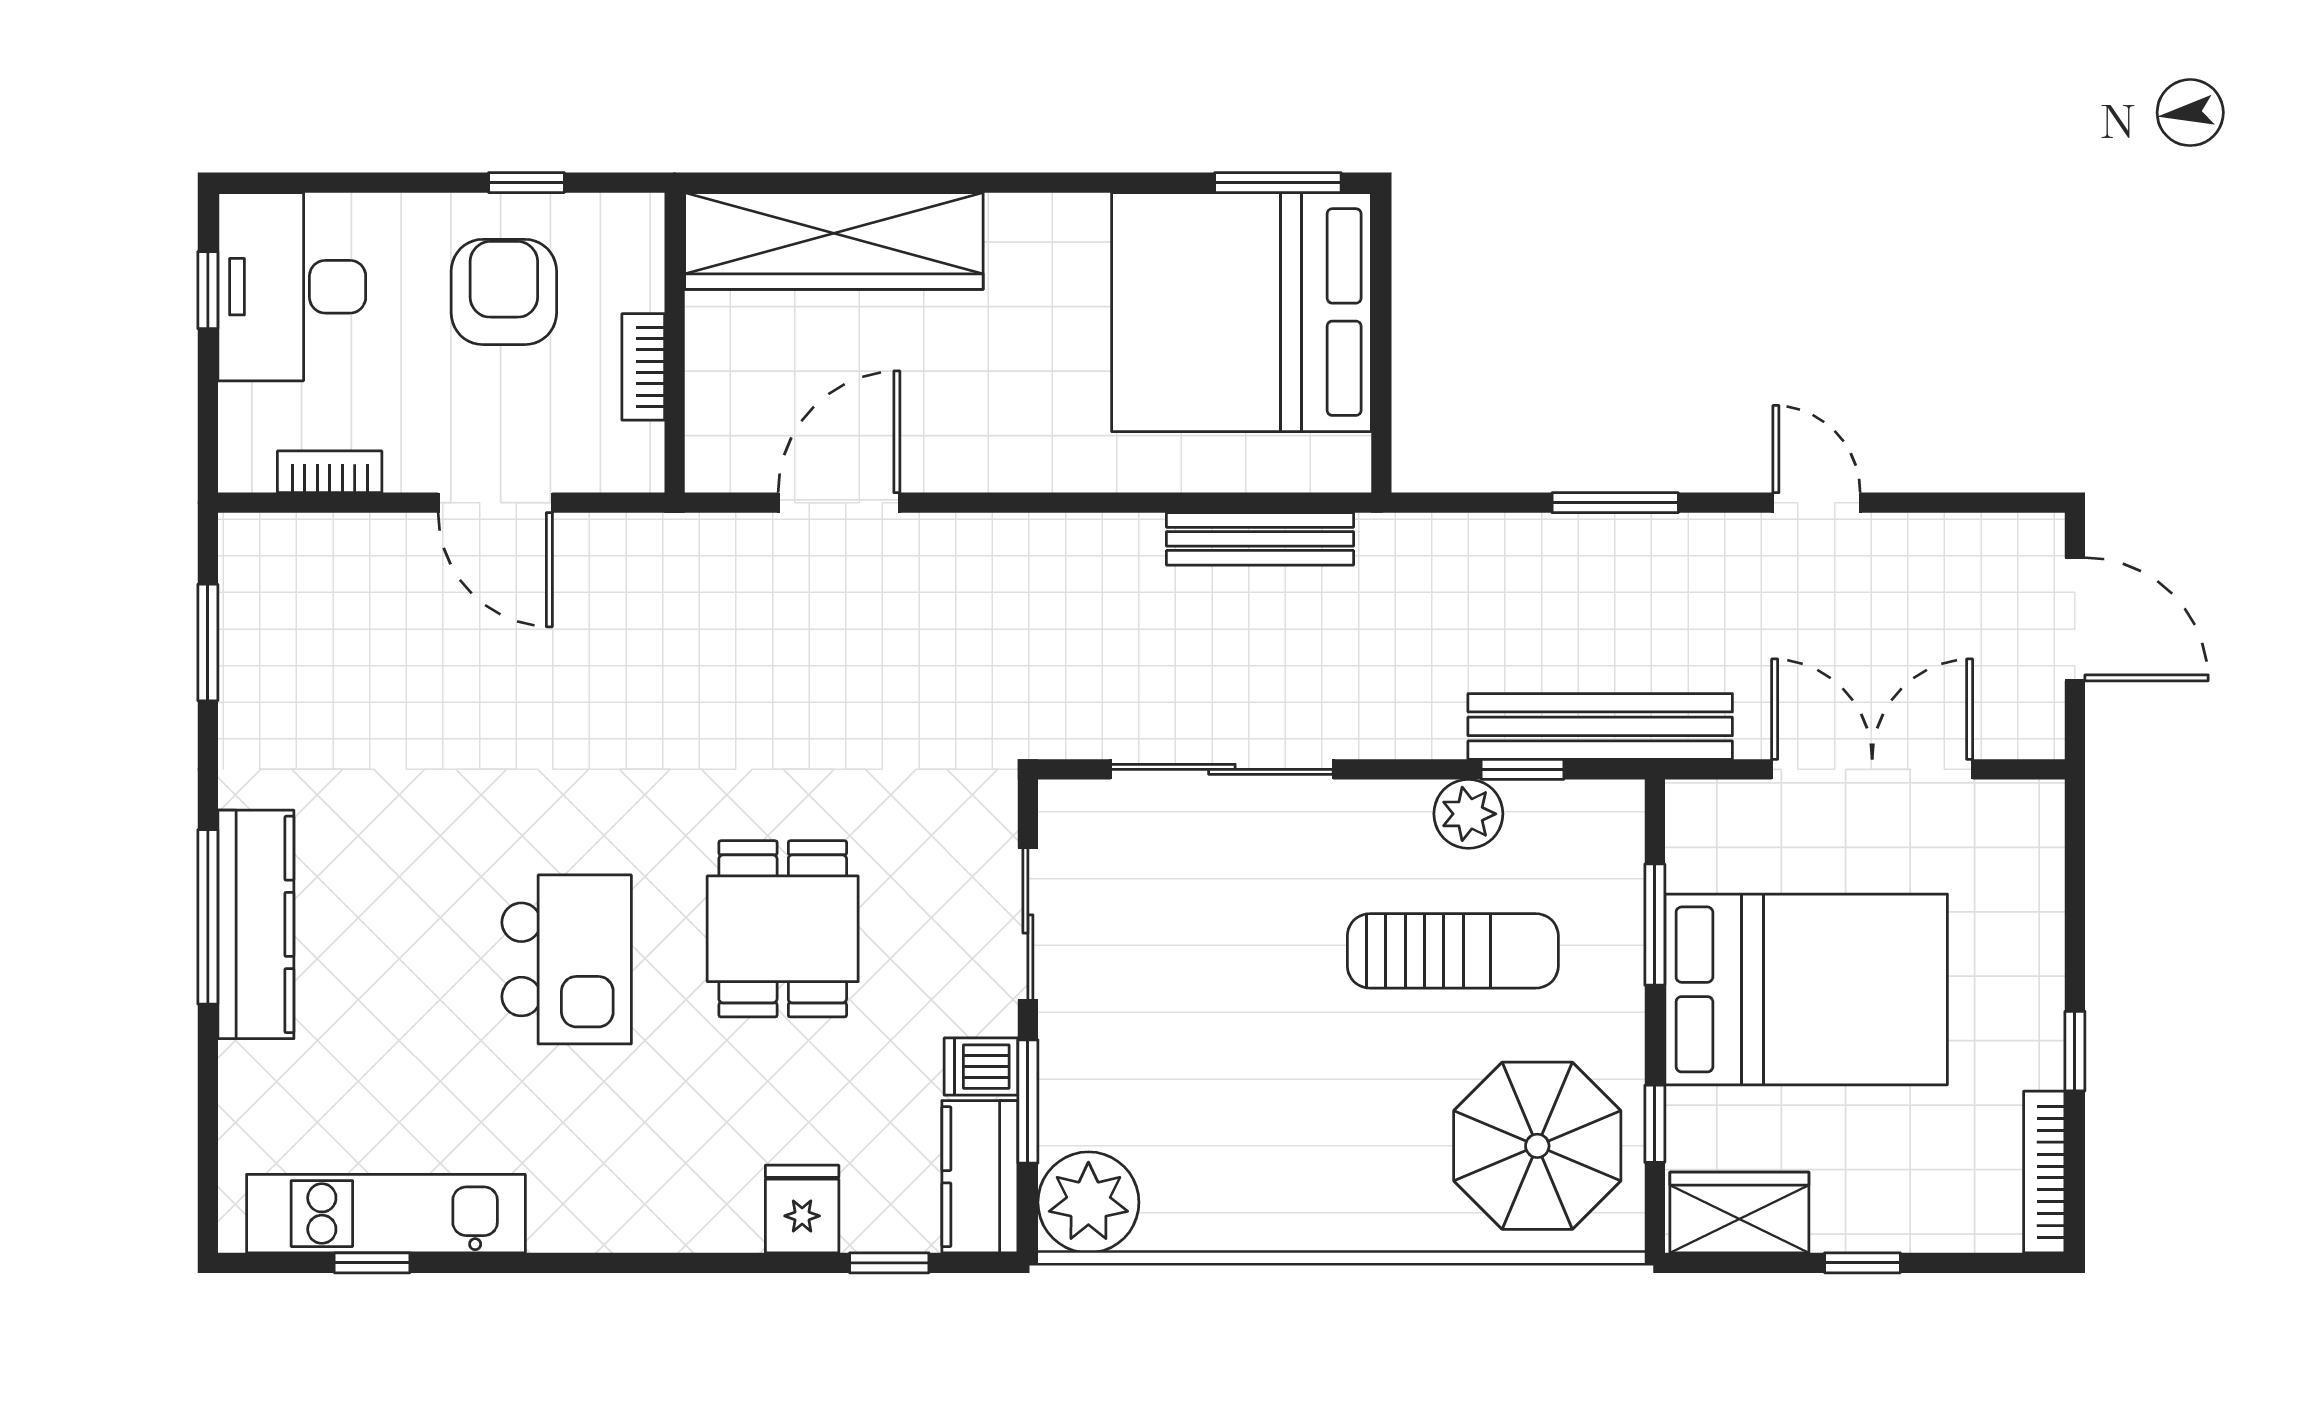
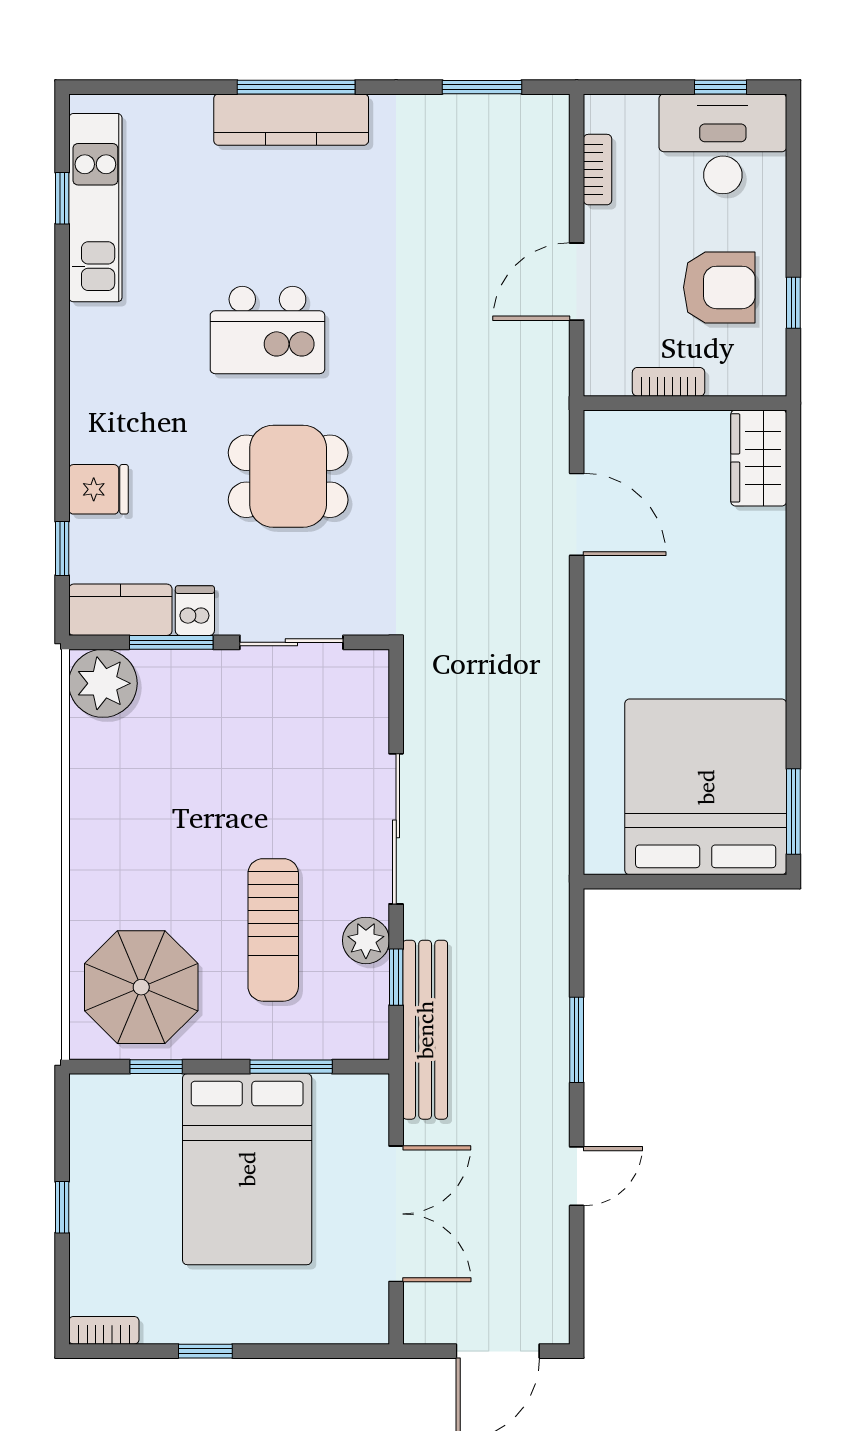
wardrobe: (834, 241) -> (759, 458), width x0.48, depth x0.85
bench: (1260, 539) -> (552, 799), removed
sliding door: (1222, 769) -> (396, 829), moved
bookcase: (2044, 1172) -> (104, 1330), width x0.64
wardrobe: (1739, 1213) -> (96, 1124), removed

